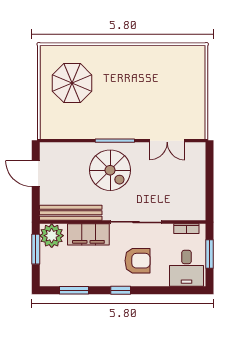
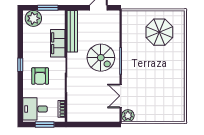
plant: (196, 130) -> (128, 116), added
spiral stairs: (110, 170) -> (101, 58), turned -90
plant: (52, 236) -> (33, 18), moved
window: (74, 290) -> (20, 33), removed

